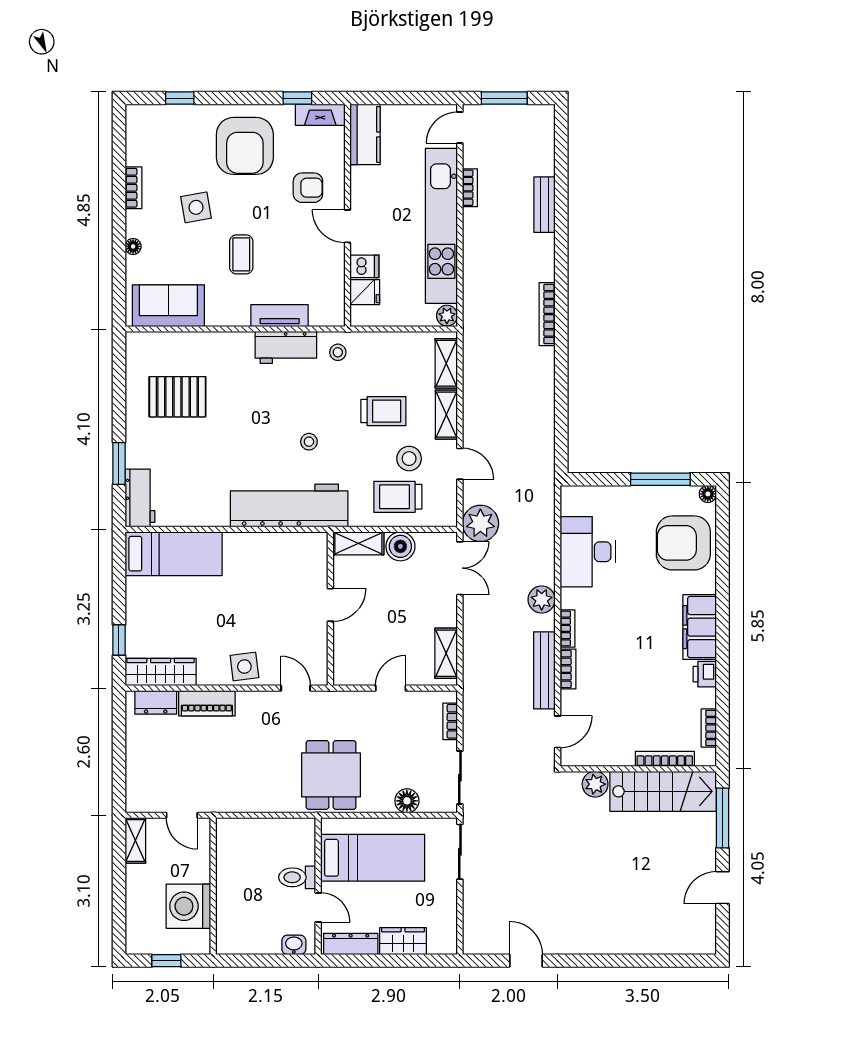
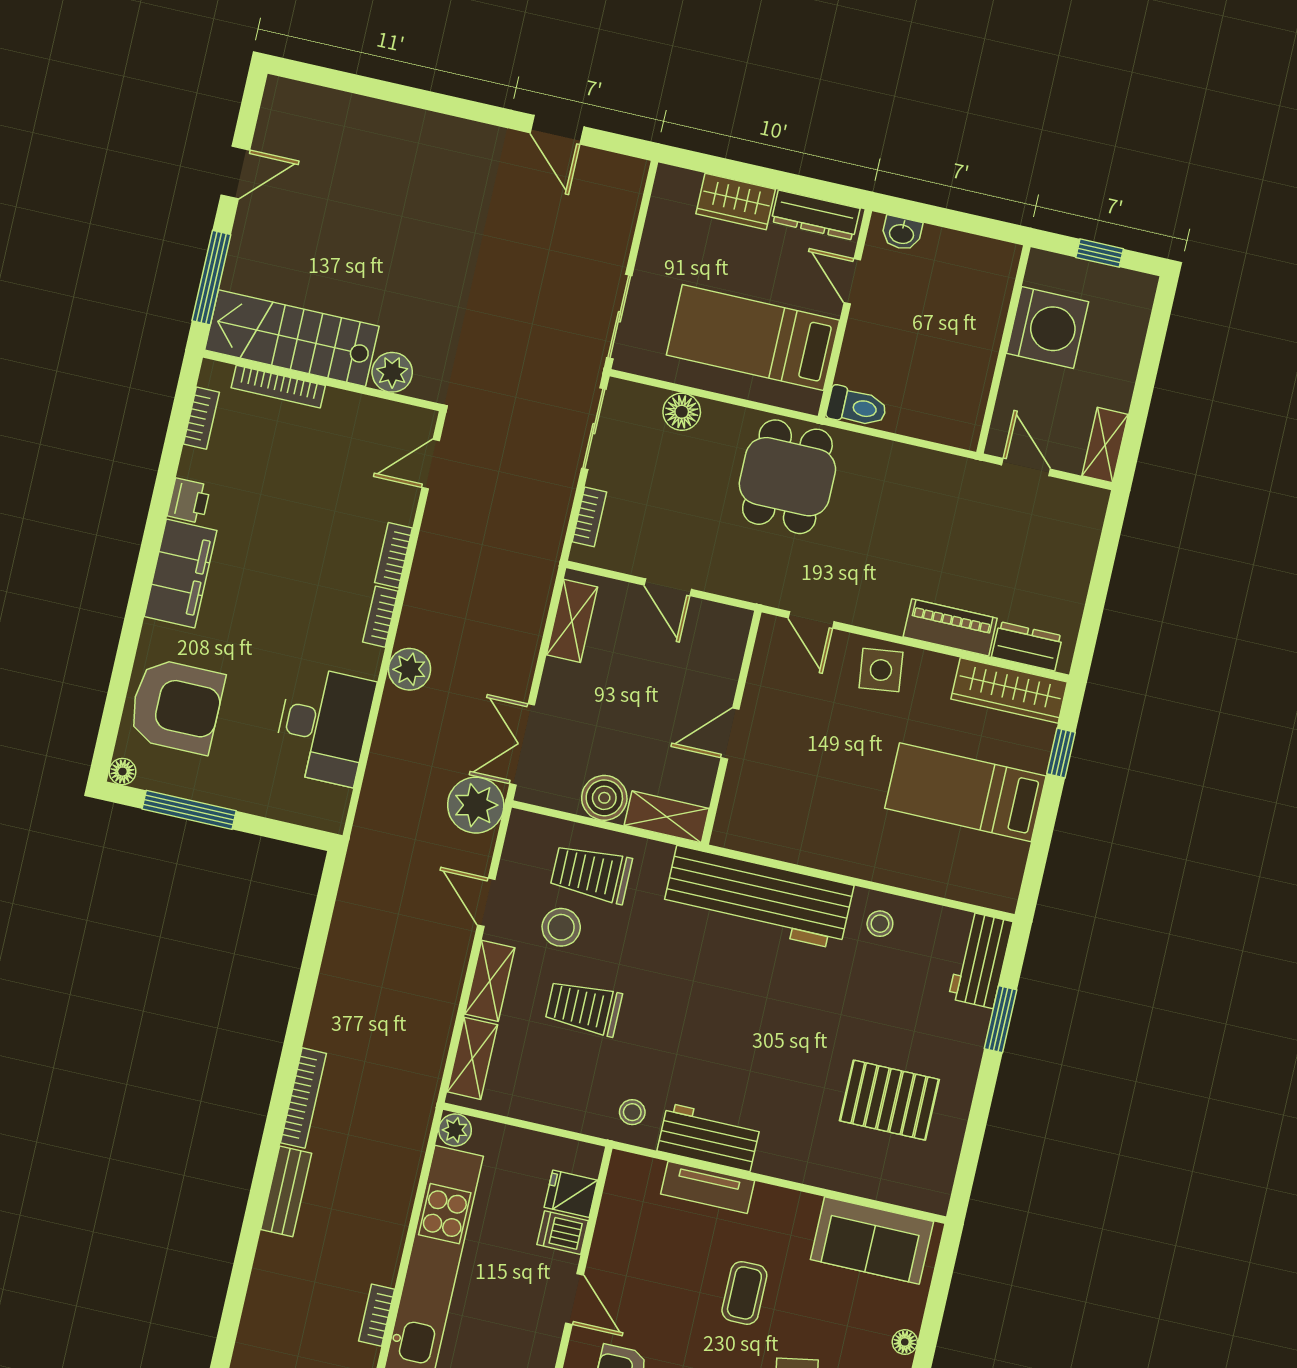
bench: (545, 205) -> (286, 1191), moved
stool: (309, 442) -> (880, 924), moved
trolley: (398, 497) -> (591, 874), turned 180
bed: (174, 554) -> (965, 792), moved
bench: (544, 670) -> (430, 561), removed
door: (391, 688) -> (668, 587), hinge flipped
toilet: (297, 877) -> (857, 407), moved

